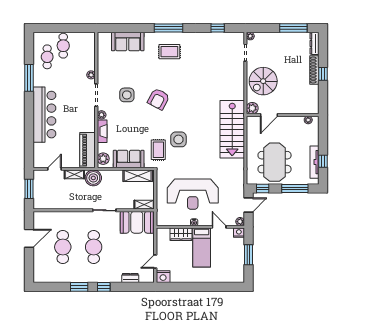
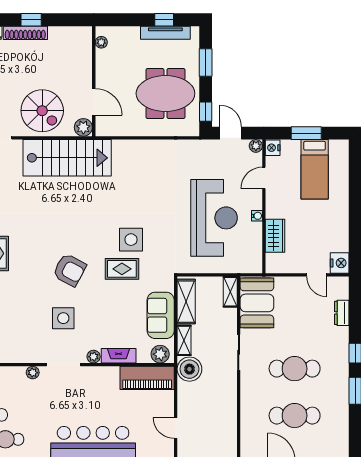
stairs: (232, 129) -> (67, 158), moved
rug: (158, 150) -> (122, 269), moved
shelving: (74, 174) -> (184, 340), moved
window: (295, 189) -> (206, 62), width x0.69
bed: (202, 247) -> (315, 169), moved, turned 90

